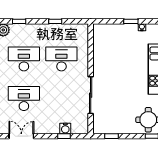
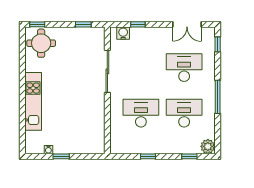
desk: (24, 59) -> (184, 113), turned 180
desk: (61, 59) -> (141, 113), turned 180
desk: (24, 99) -> (184, 68), turned 180
water cooler: (65, 128) -> (123, 33), moved

